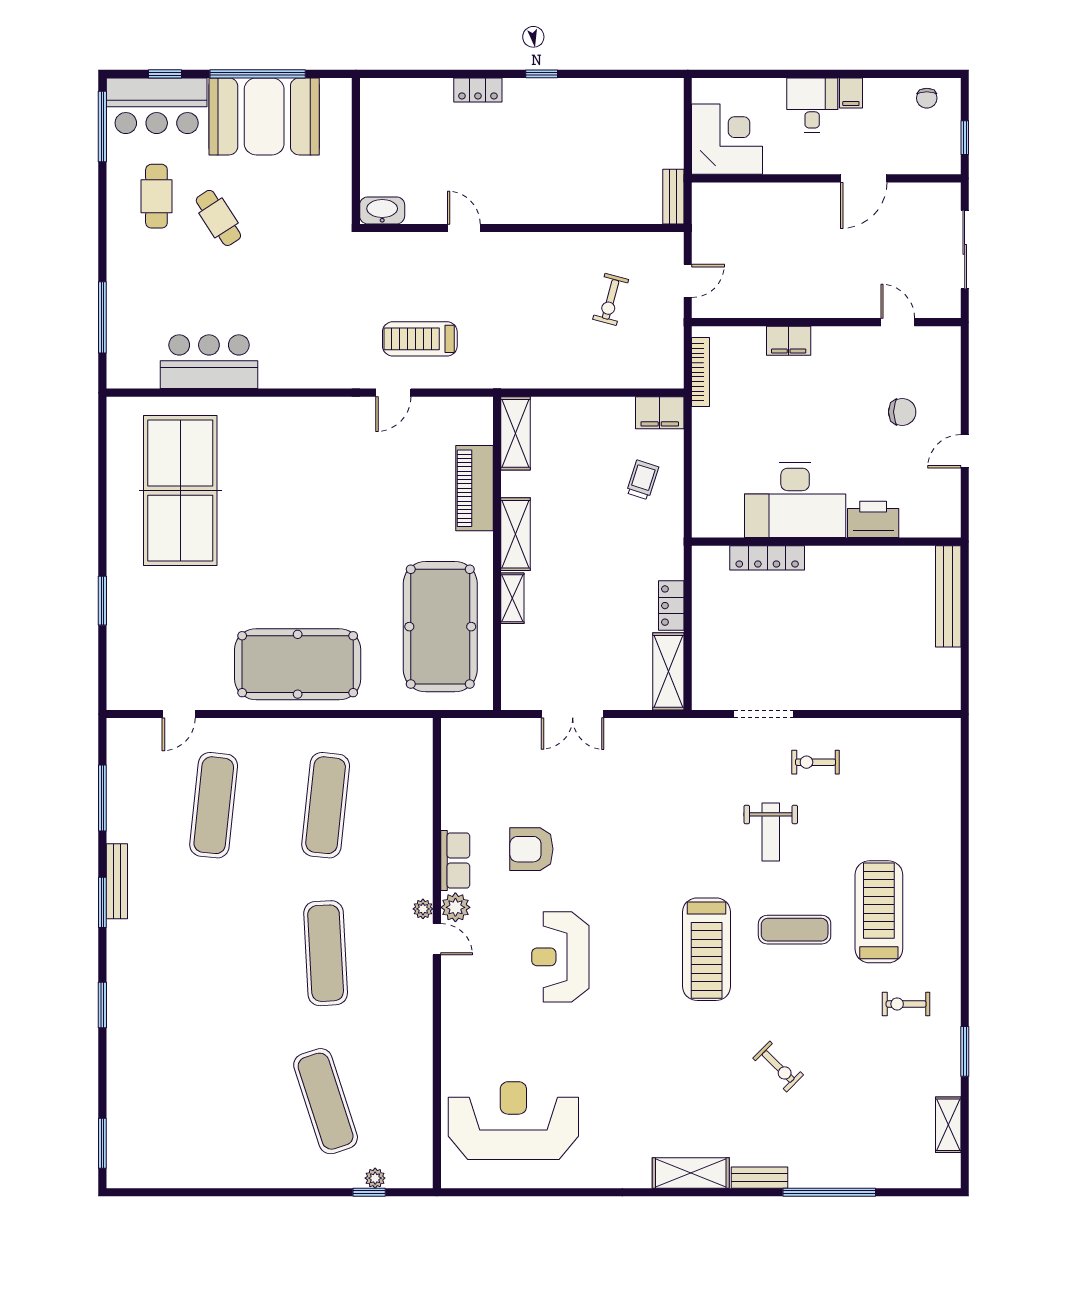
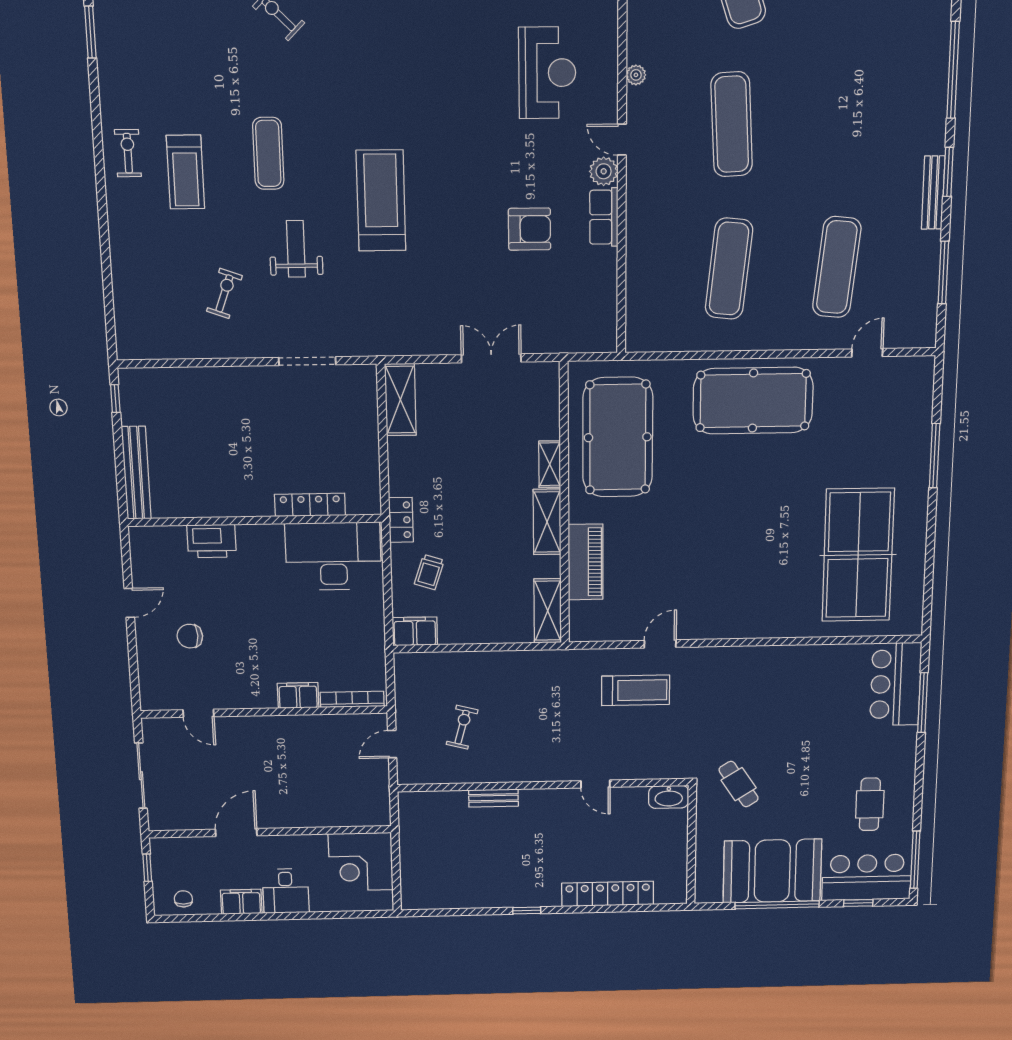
locker: (478, 90) -> (608, 894), width x2.16, depth x1.21
filing cabinet: (851, 93) -> (241, 902), width x2.00
bench: (673, 197) -> (494, 798), moved, turned 90
cafe table: (218, 218) -> (739, 784), moved
bar counter: (209, 362) -> (896, 684), moved, turned 90
bookcase: (701, 372) -> (352, 699), moved, turned 90
desk: (795, 500) -> (333, 556), moved
window: (102, 601) -> (935, 456), width x1.44
locker: (671, 606) -> (401, 520), moved
window: (965, 677) -> (115, 399), added
exercise bike: (816, 762) -> (224, 293), moved, turned -70
plant: (423, 909) -> (636, 75), moved
treadmill: (879, 912) -> (185, 172), width x0.73, depth x0.73
exercise mat: (795, 930) -> (268, 153), turned 90
treadmill: (707, 949) -> (381, 201), moved
reception desk: (560, 957) -> (547, 73), moved
exercise bike: (906, 1004) -> (128, 153), moved, turned -90
window: (102, 1005) -> (953, 70), width x2.11

